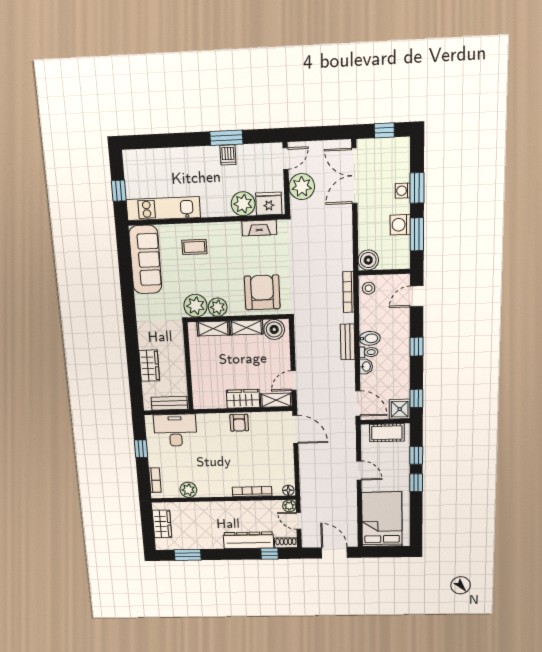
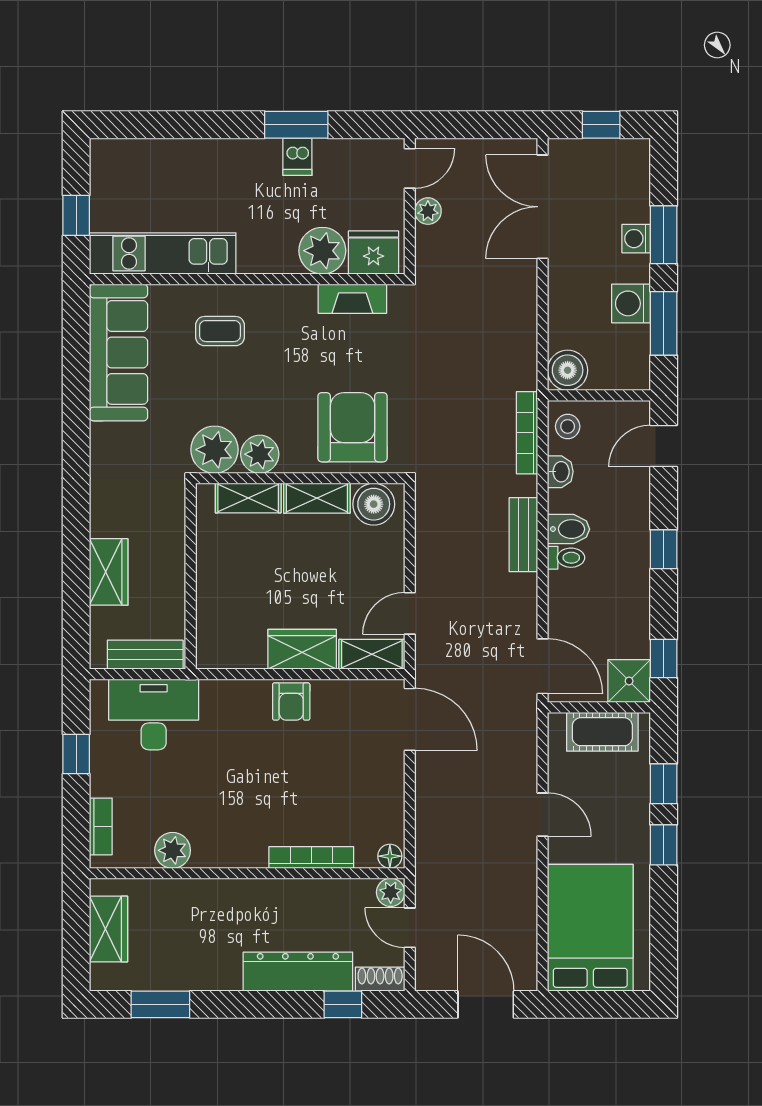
plant: (302, 187) -> (428, 211), width x0.53, depth x0.53
washbasin: (366, 366) -> (560, 472), moved

